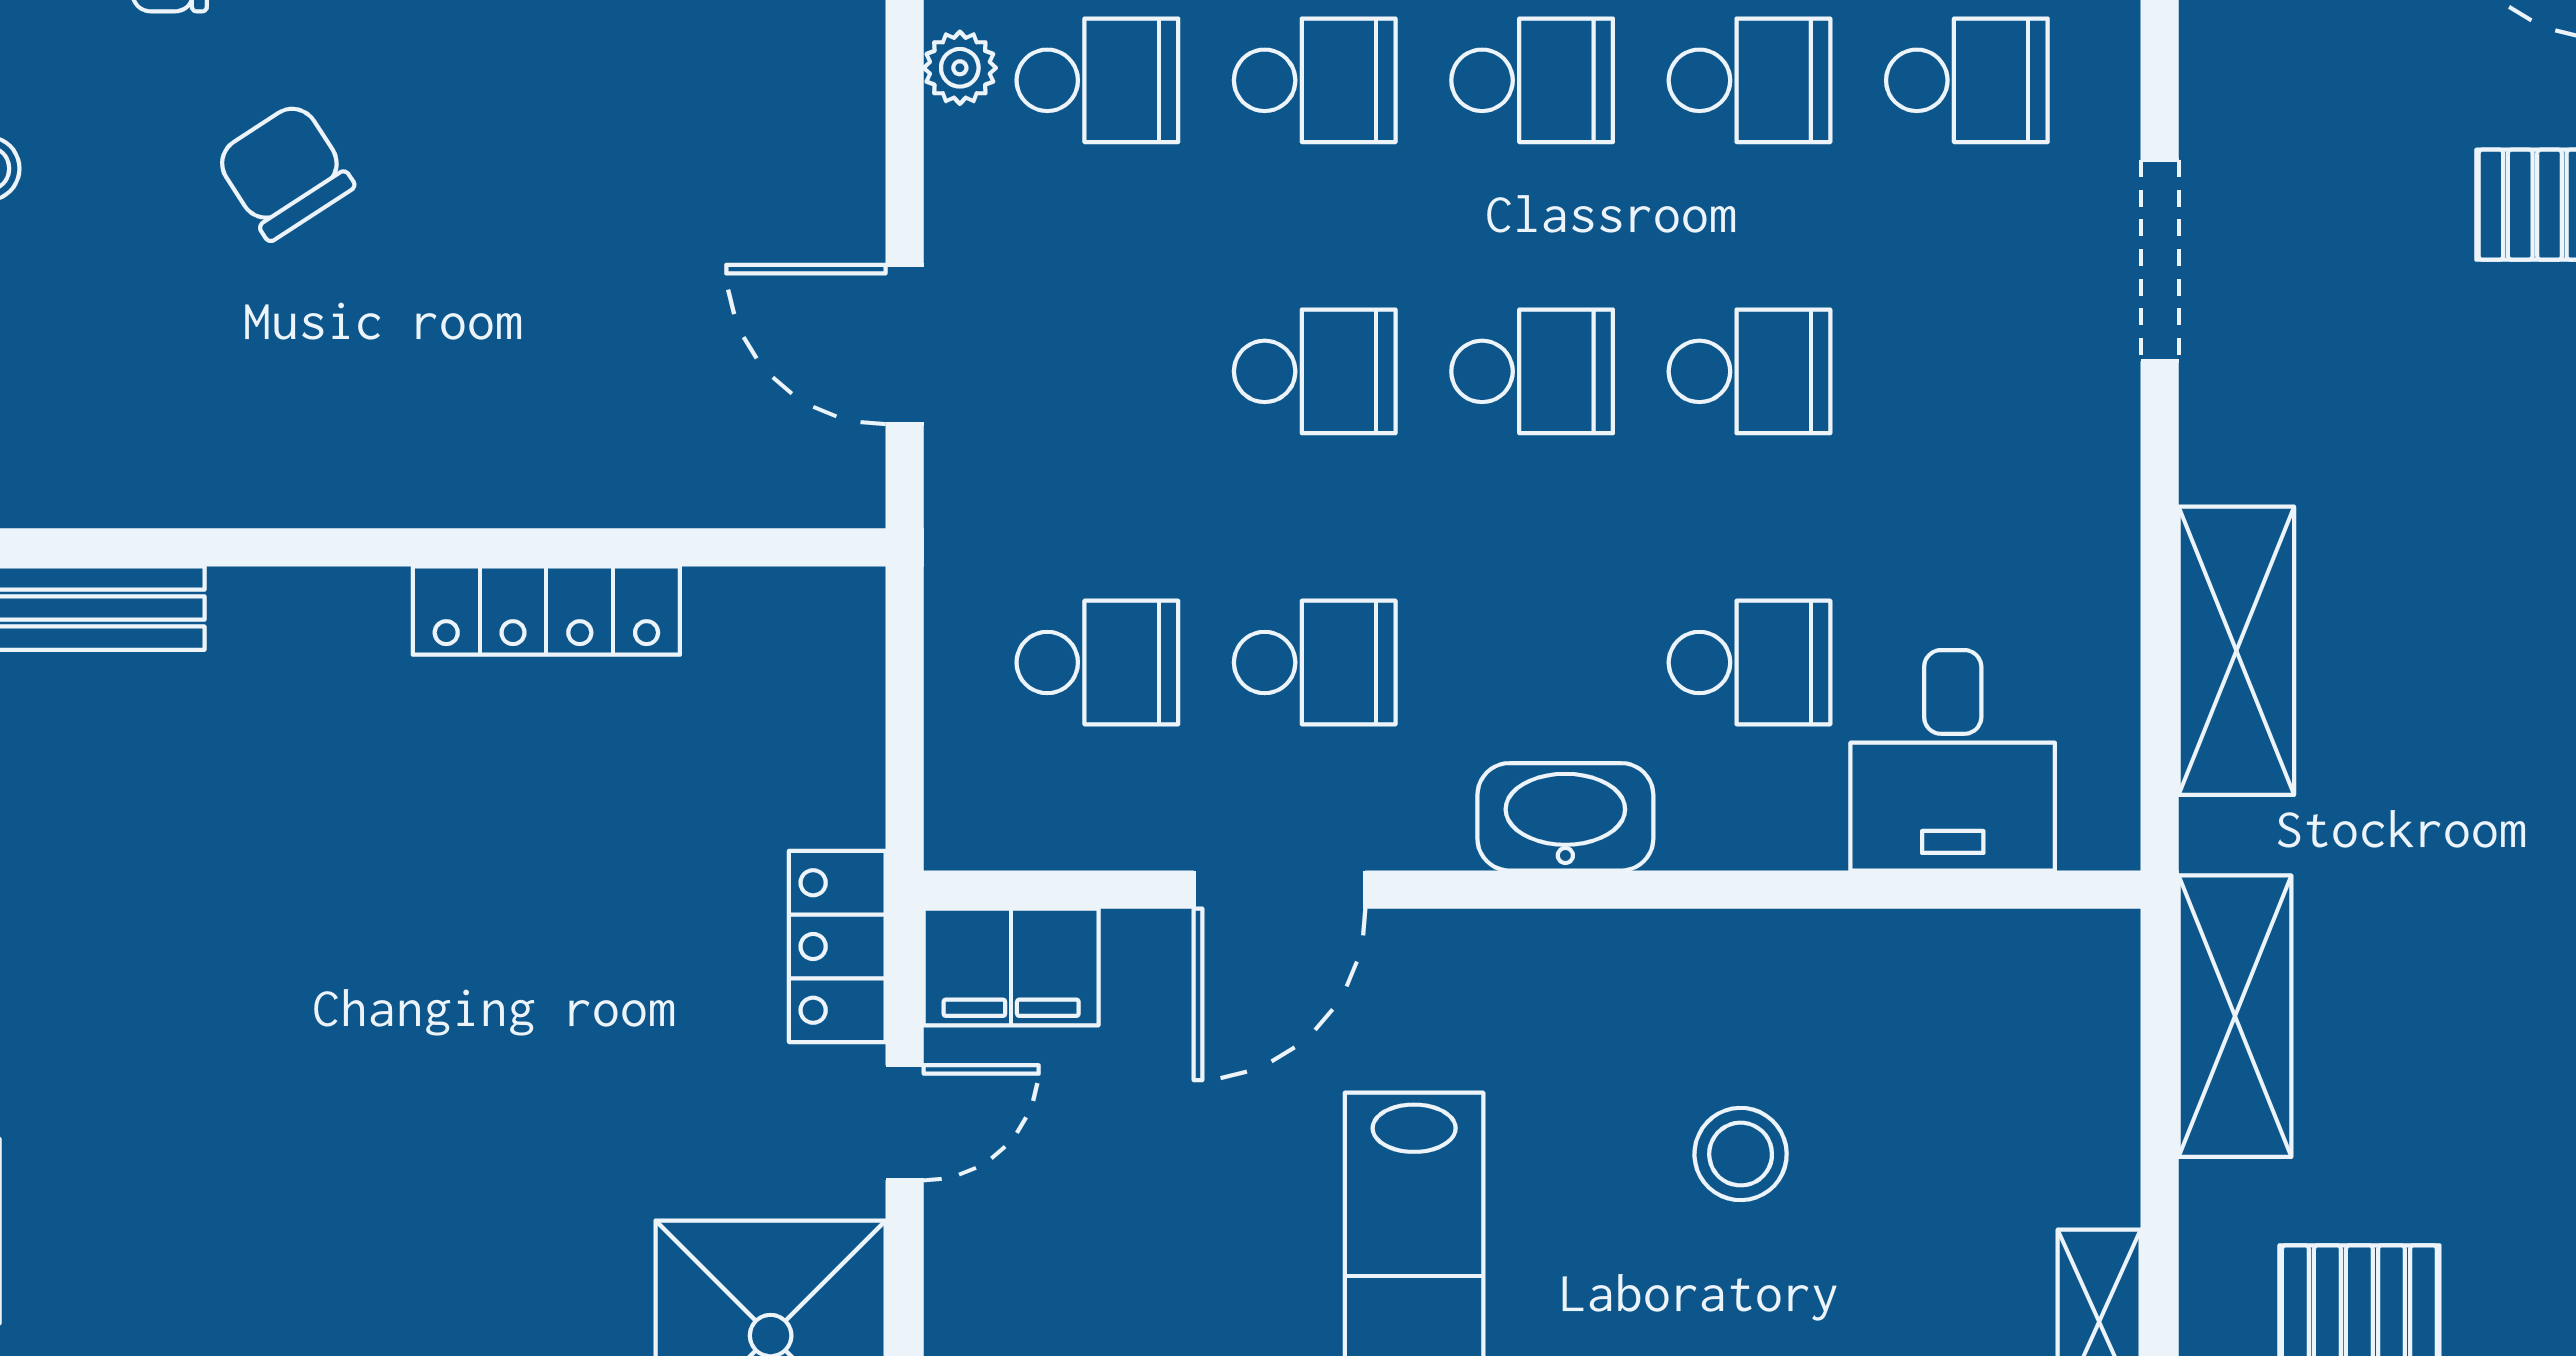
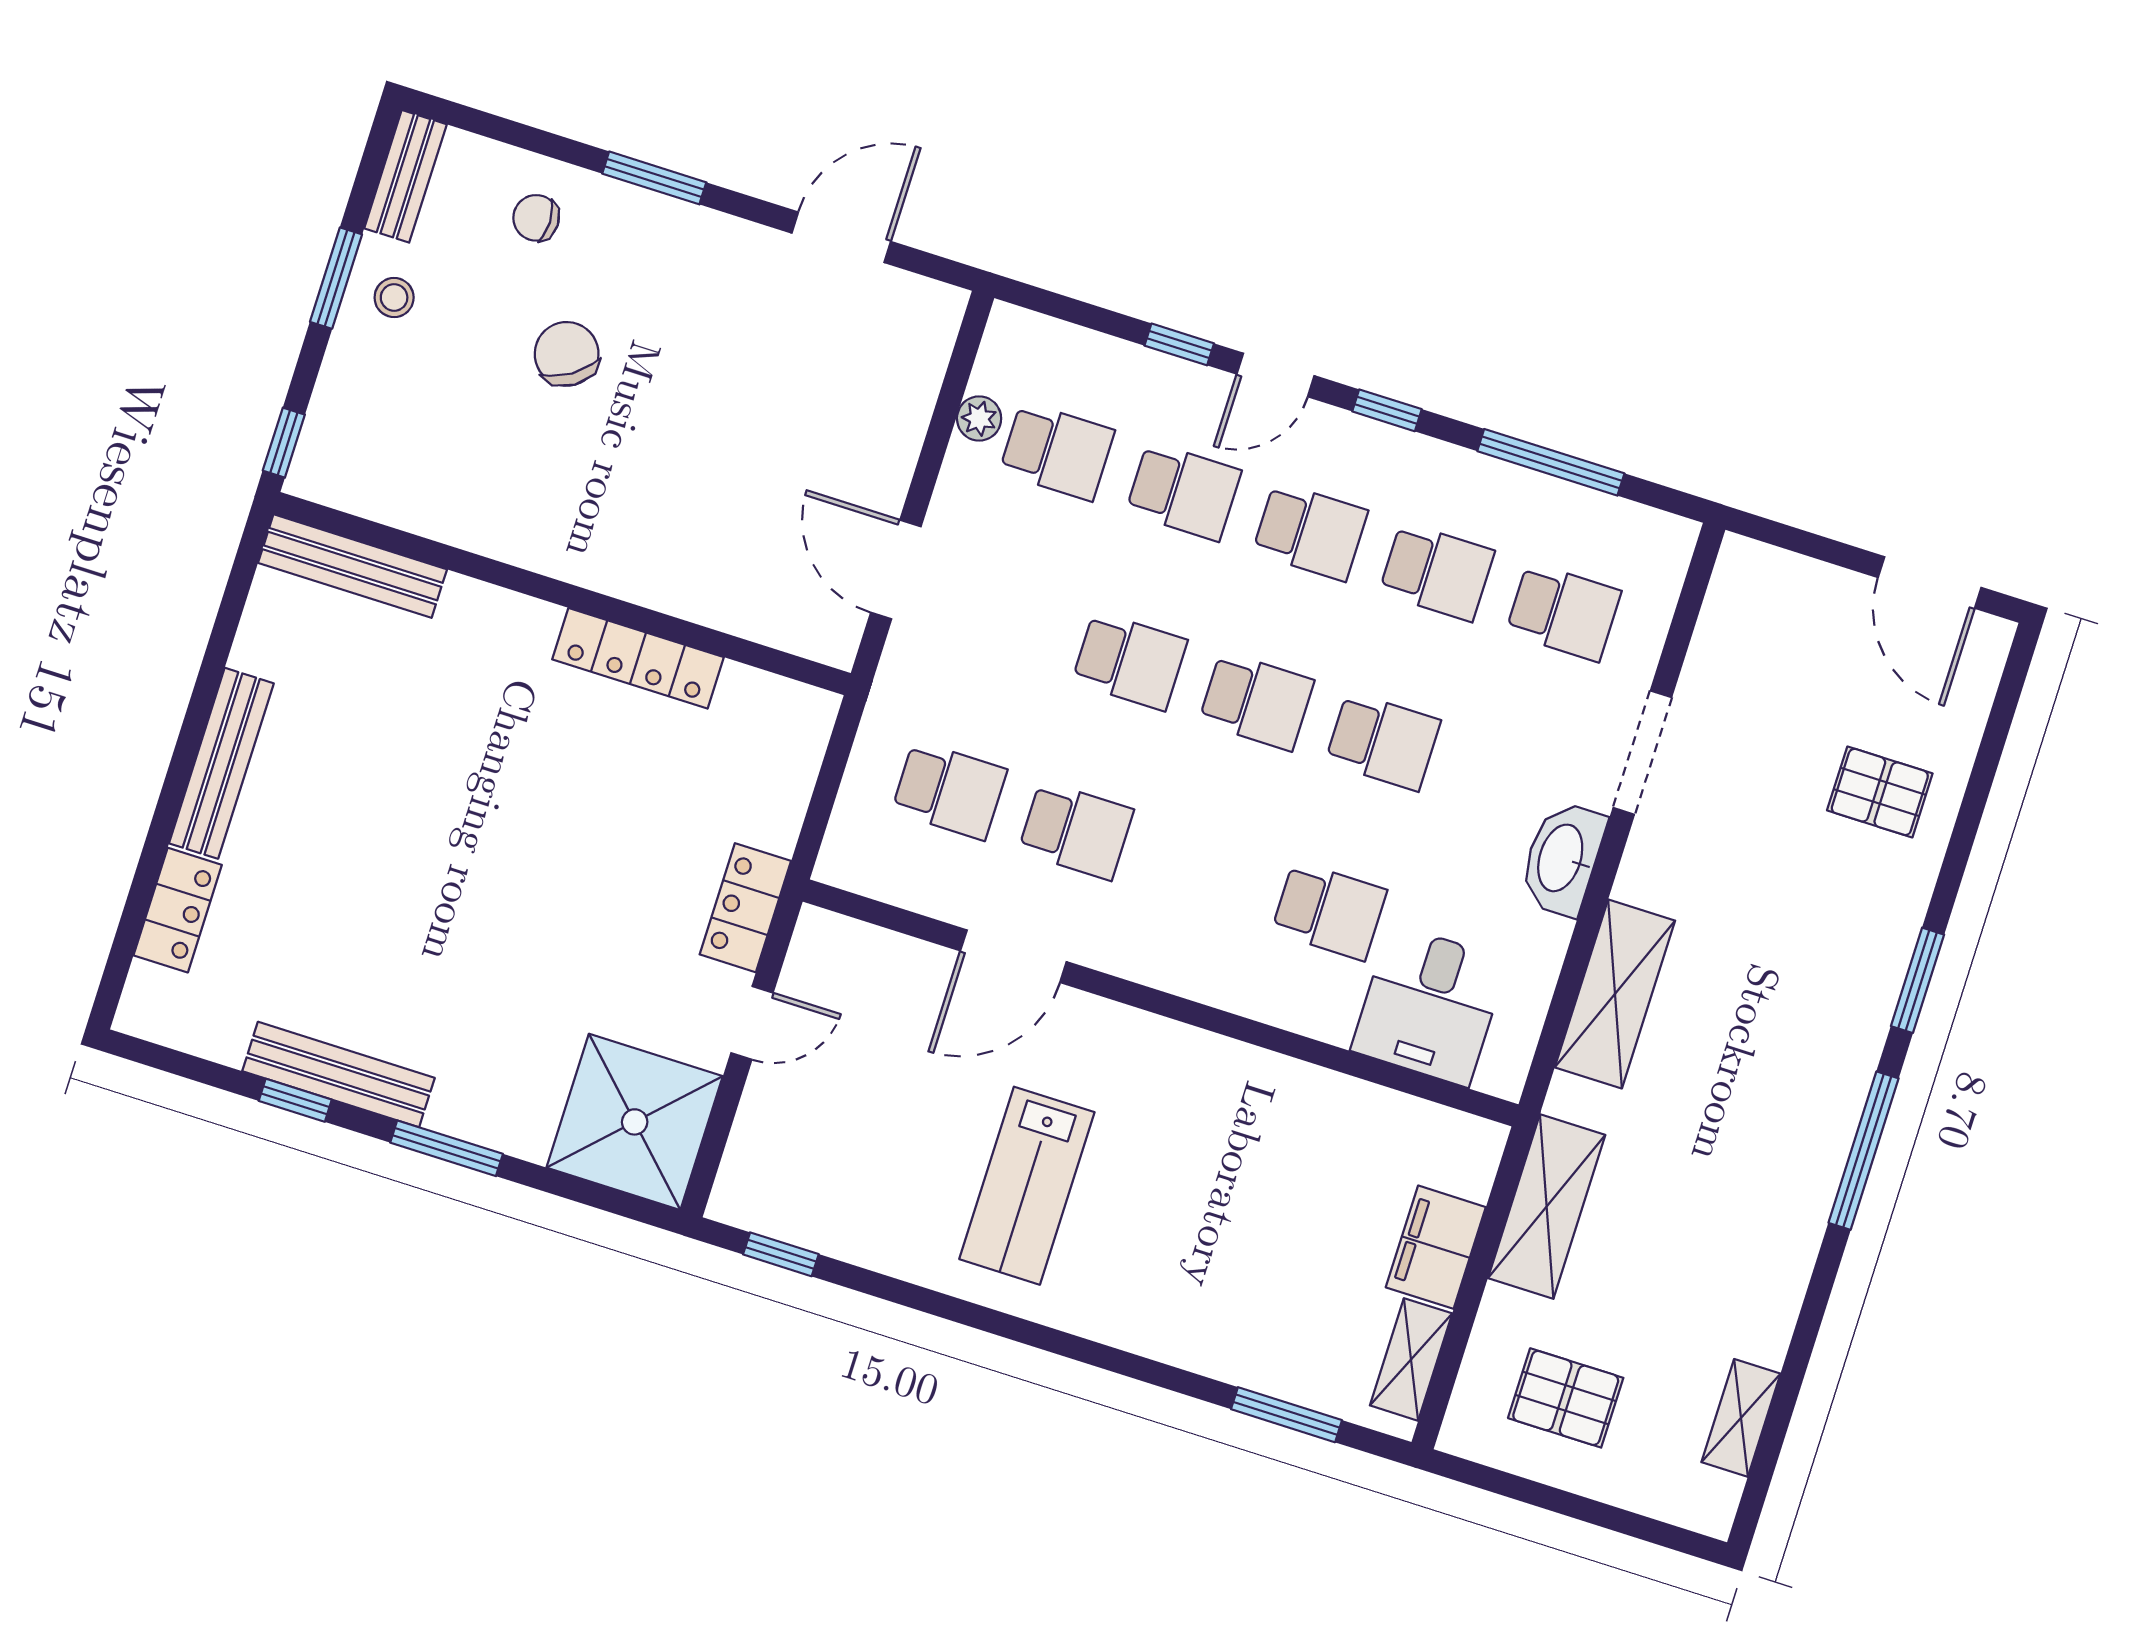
washbasin: (1565, 817) -> (1562, 858), moved, turned -90
filing cabinet: (1011, 967) -> (1436, 1247), moved, turned 90
stool: (1741, 1154) -> (1233, 1195), removed

